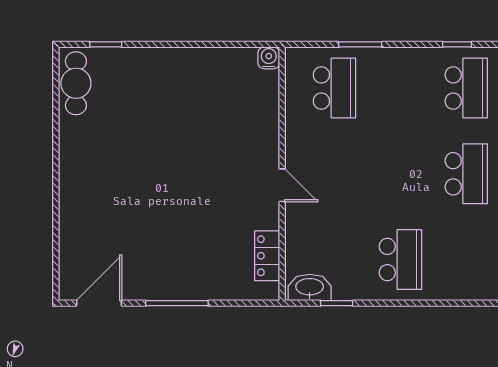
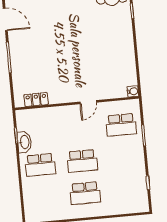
school desk: (466, 88) -> (82, 161), moved
door: (282, 185) -> (88, 102), moved
washbasin: (310, 287) -> (24, 142), moved

